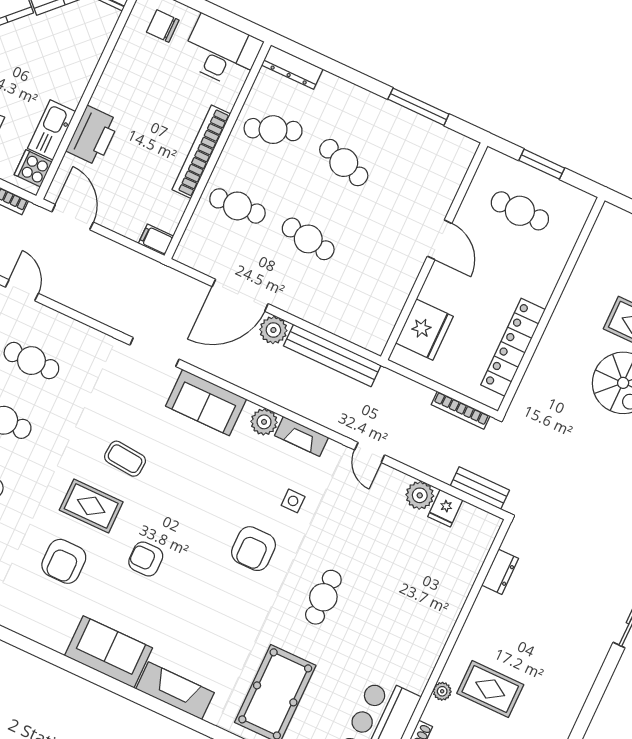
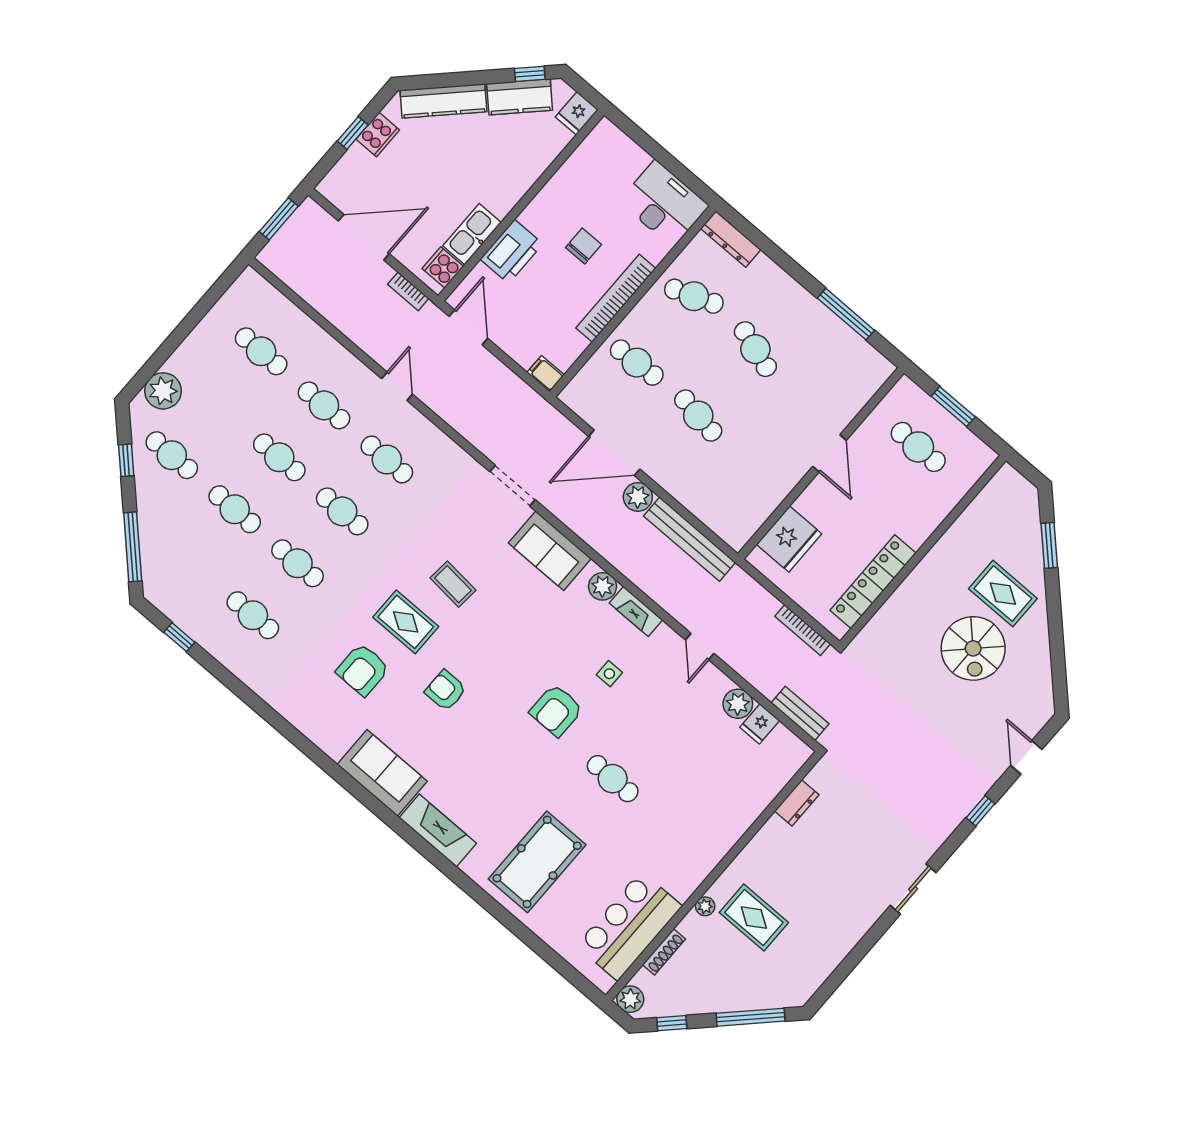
chair: (163, 26) -> (583, 246), moved, turned 90
cafe table: (323, 597) -> (613, 779), turned 90

